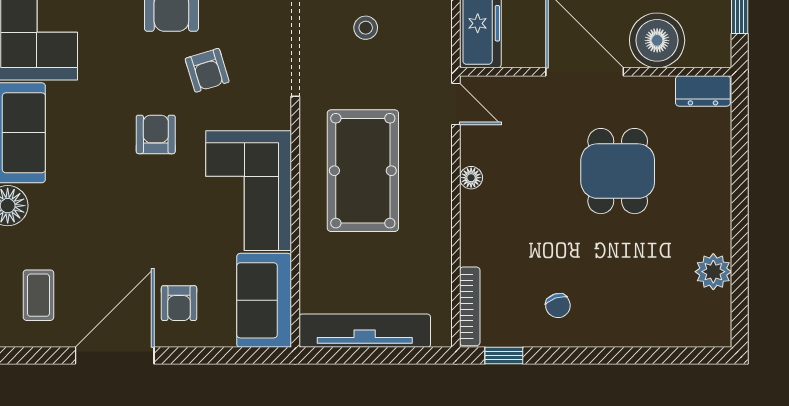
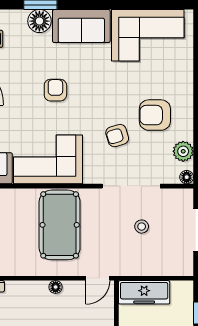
armchair: (156, 134) -> (55, 90), moved, turned -90
pool table: (363, 171) -> (60, 225), turned 90

